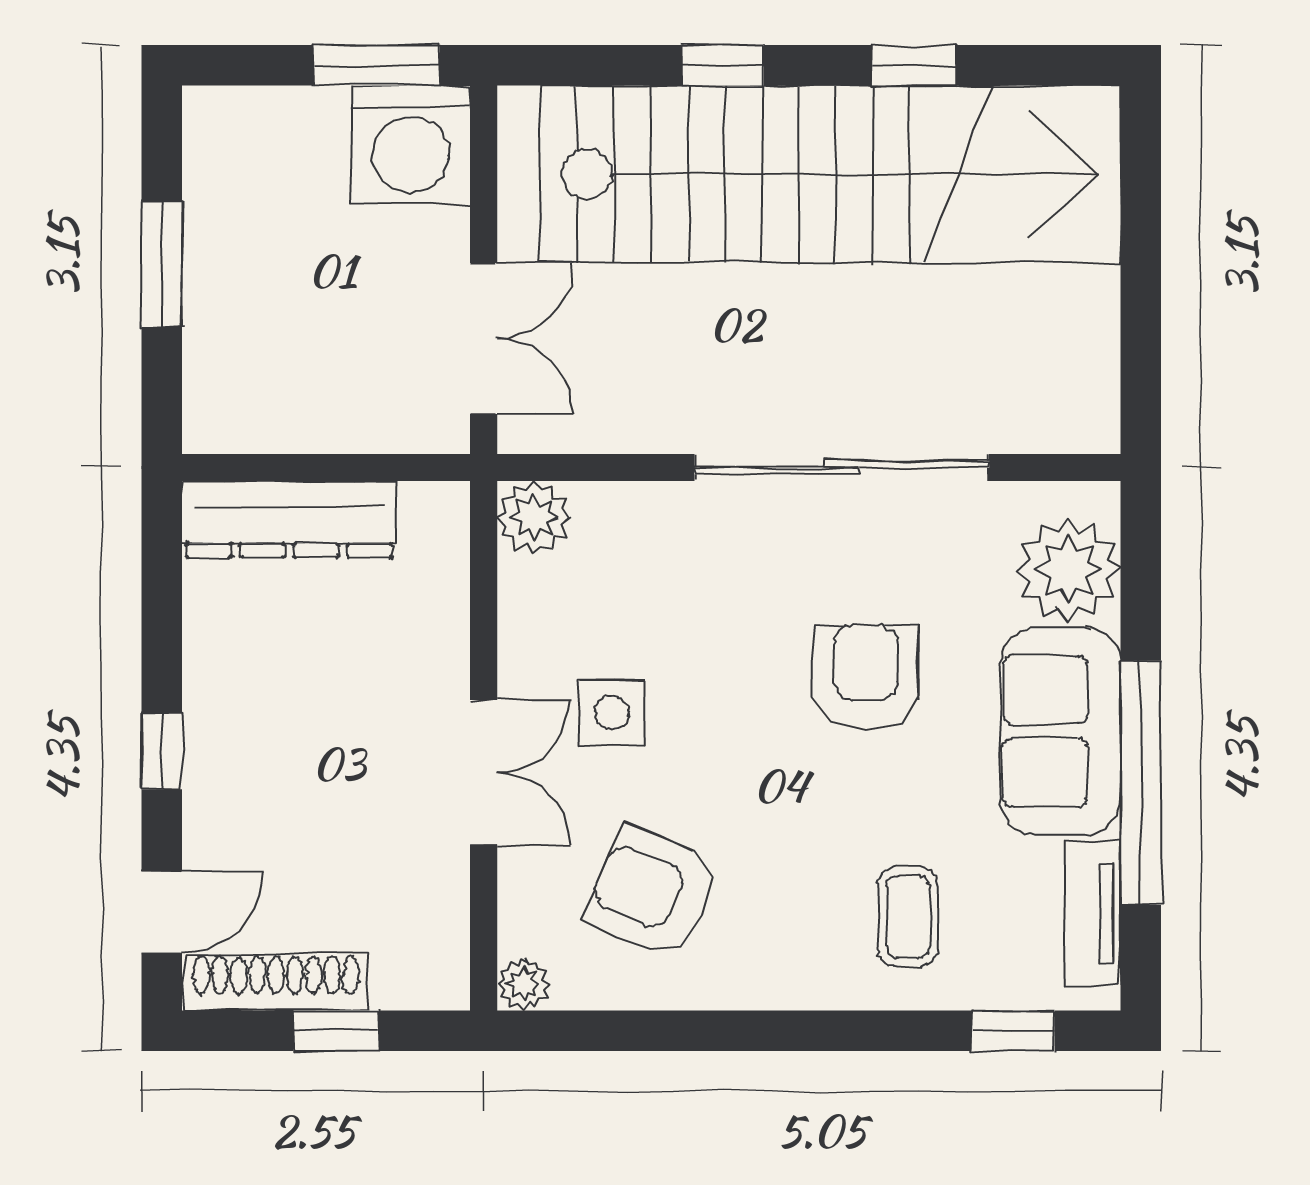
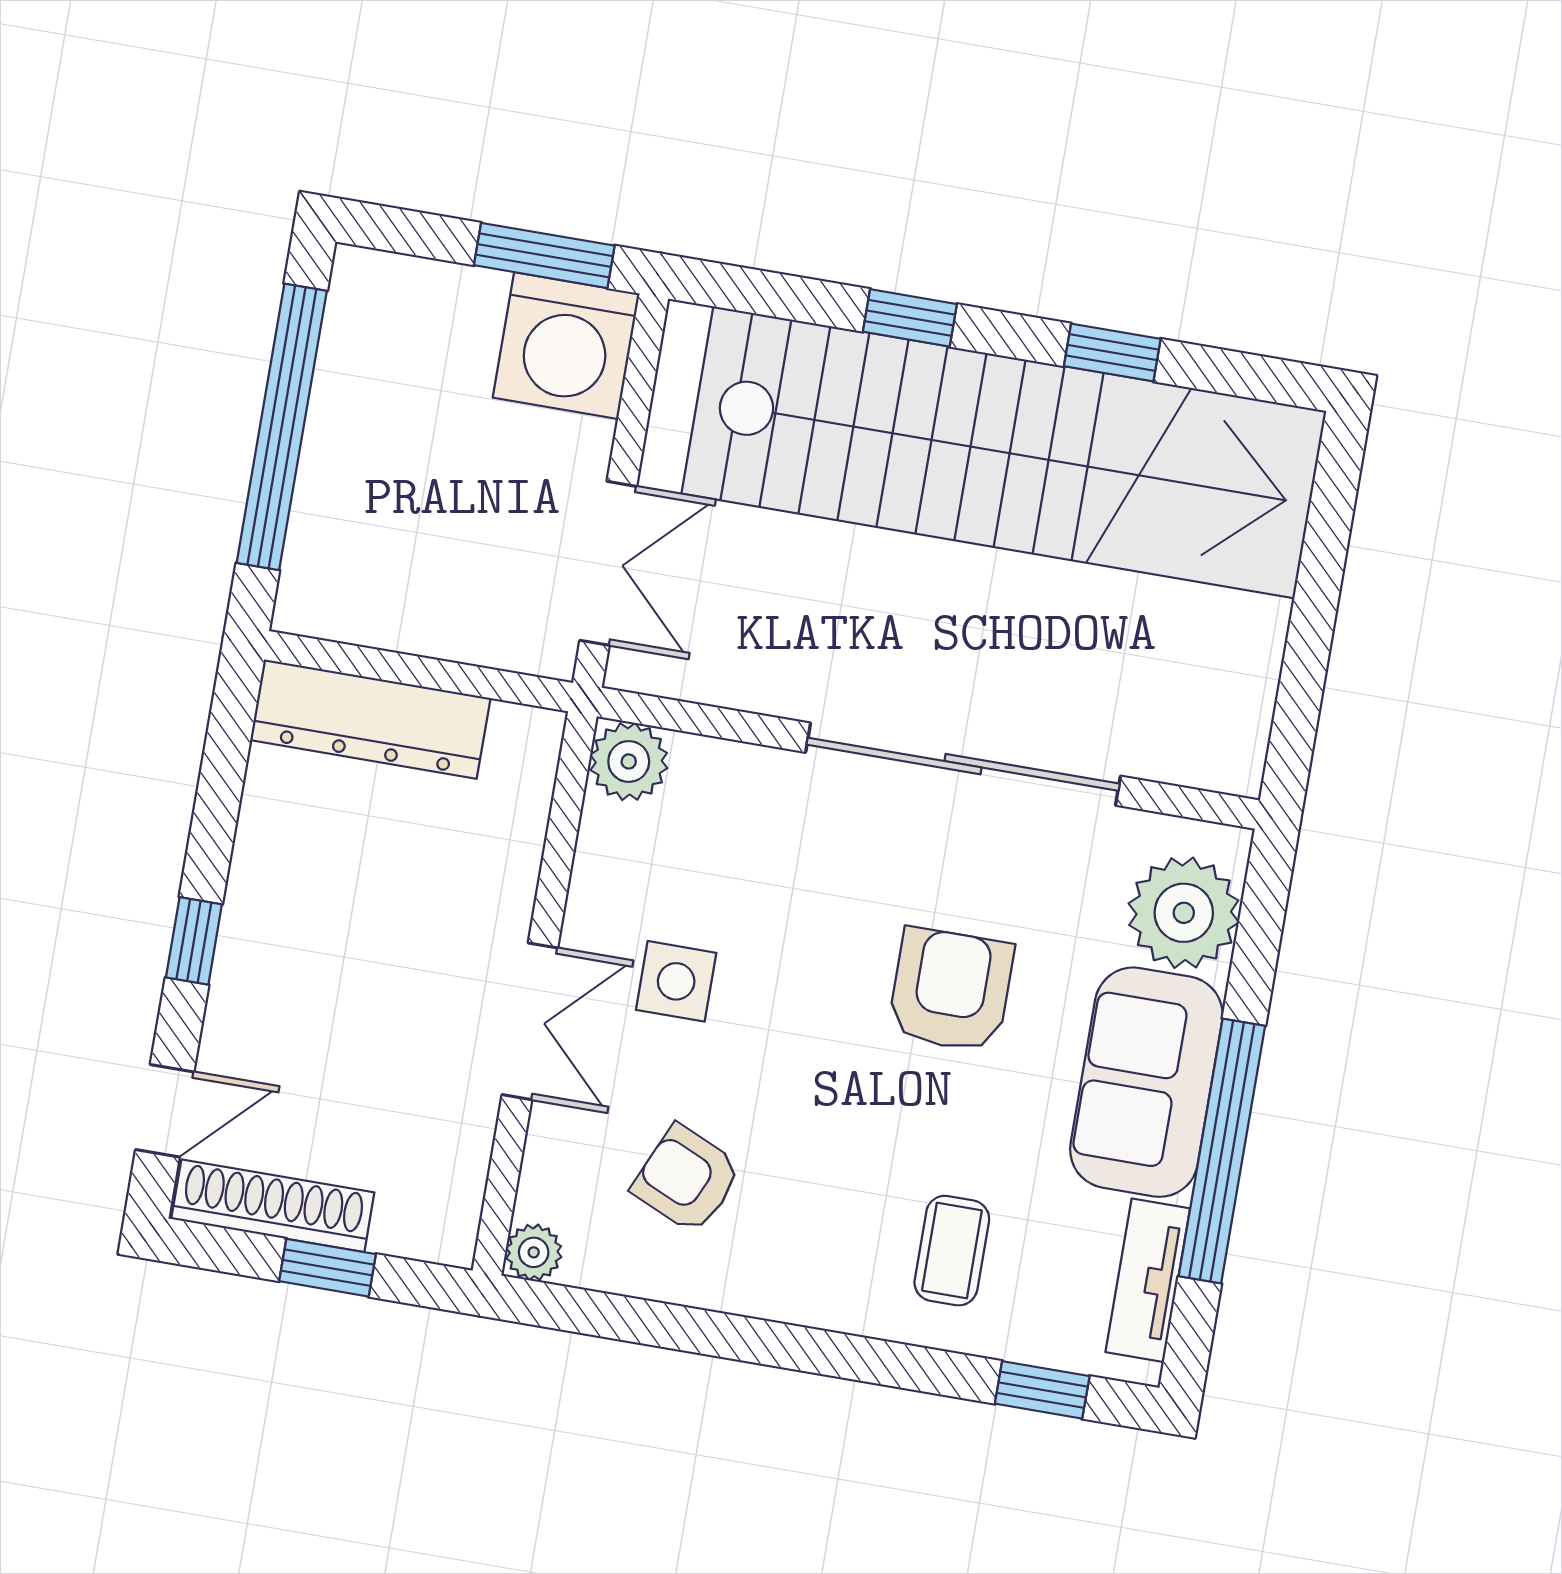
window: (162, 264) -> (282, 427), width x2.11
armchair: (653, 893) -> (687, 1179), width x0.72, depth x0.72

